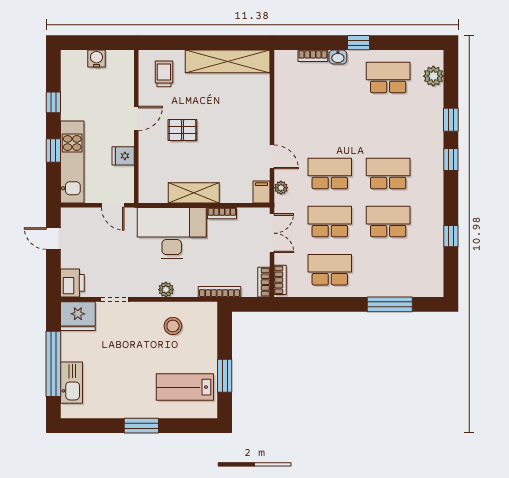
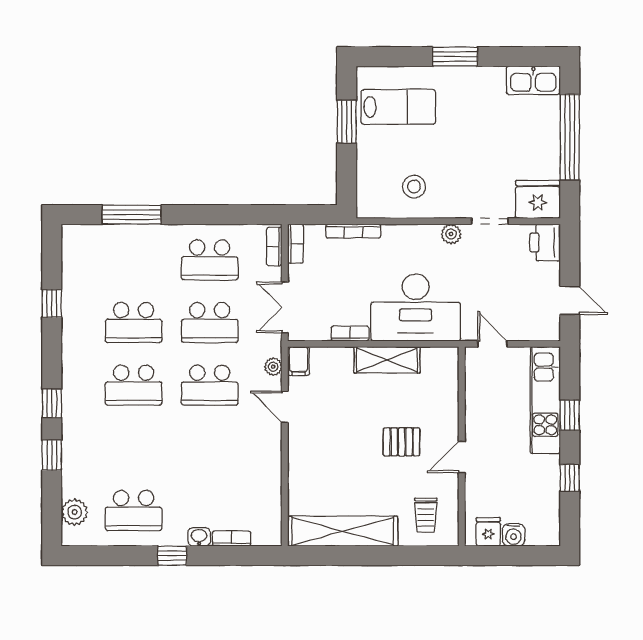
fridge: (123, 156) -> (488, 532), moved, turned -90
plant: (166, 290) -> (451, 234), moved
kitchen sink: (72, 383) -> (533, 80), moved, turned -90

